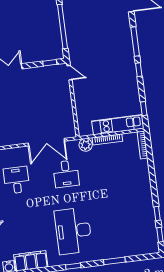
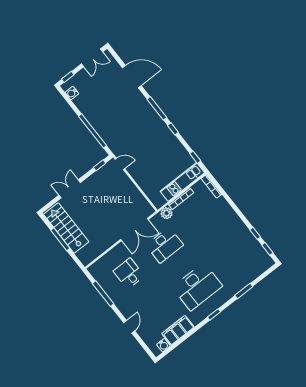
desk: (66, 174) -> (165, 245), width x1.37
desk: (73, 231) -> (197, 287), turned -90

